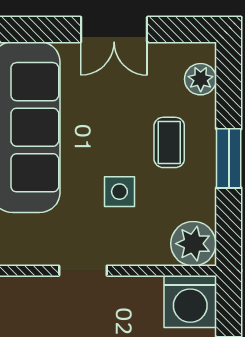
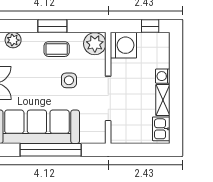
coffee table: (169, 142) -> (57, 49), moved
doorway: (83, 271) -> (108, 98), width x1.87

